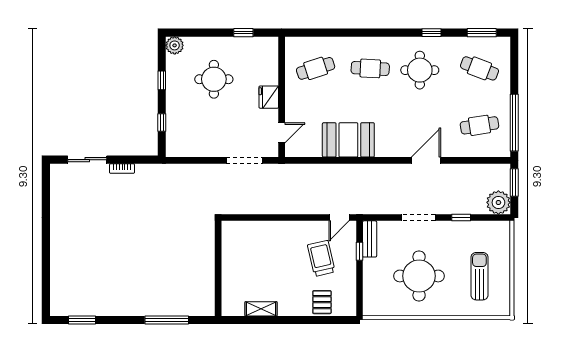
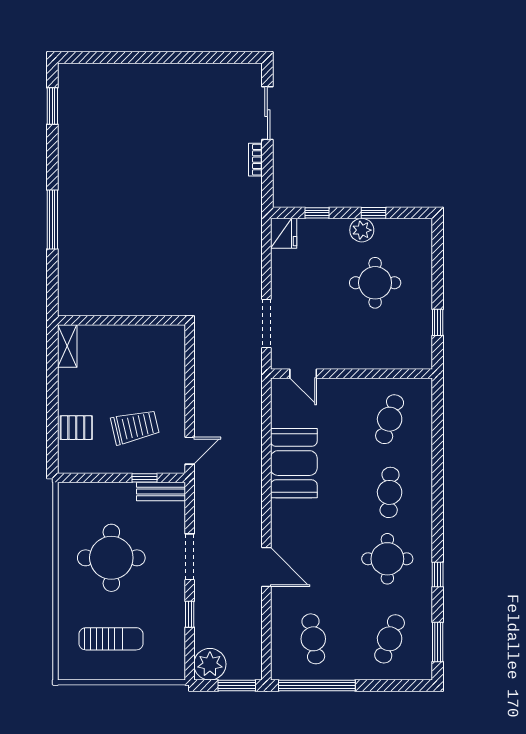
plant: (175, 45) -> (362, 230), moved
cafe table: (316, 68) -> (390, 419), turned 36
fridge: (269, 97) -> (284, 233), moved, turned 90
door: (339, 218) -> (190, 451), swing flipped
wall: (218, 268) -> (122, 320), moved

